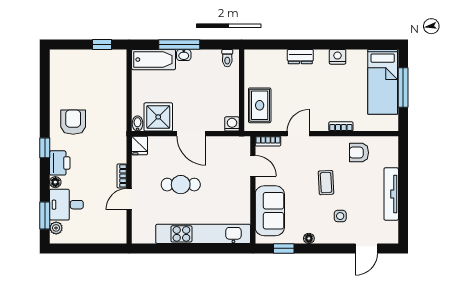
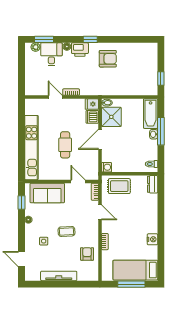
dresser: (300, 57) -> (153, 184), moved
dishwasher: (158, 145) -> (92, 117), added
door: (253, 166) -> (78, 181), swing flipped
cafe table: (181, 185) -> (65, 145), moved

